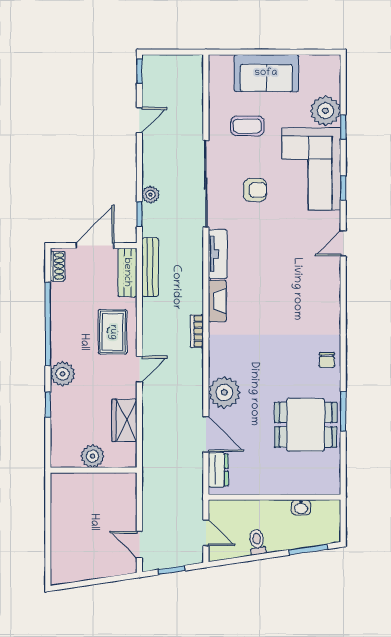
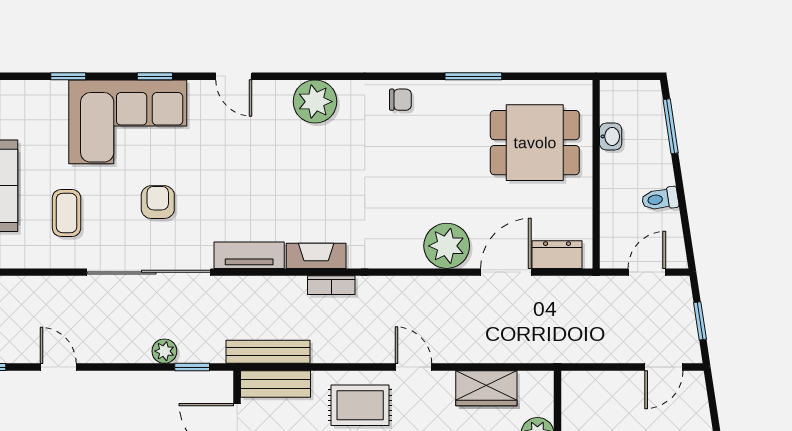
plant: (325, 111) -> (315, 102), moved
bookcase: (197, 331) -> (331, 285), moved
dining table: (306, 425) -> (535, 143), moved, turned 90

